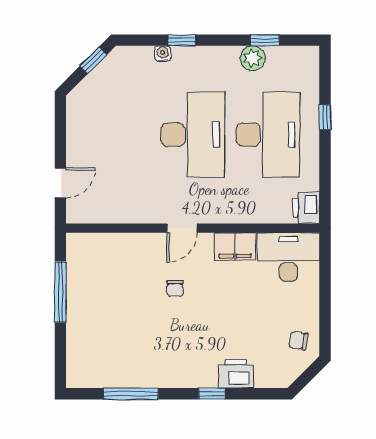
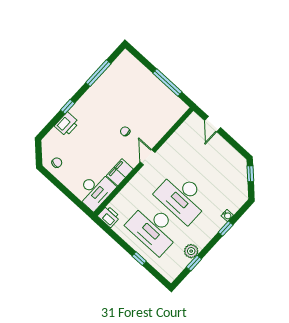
window: (93, 60) -> (250, 174), moved

